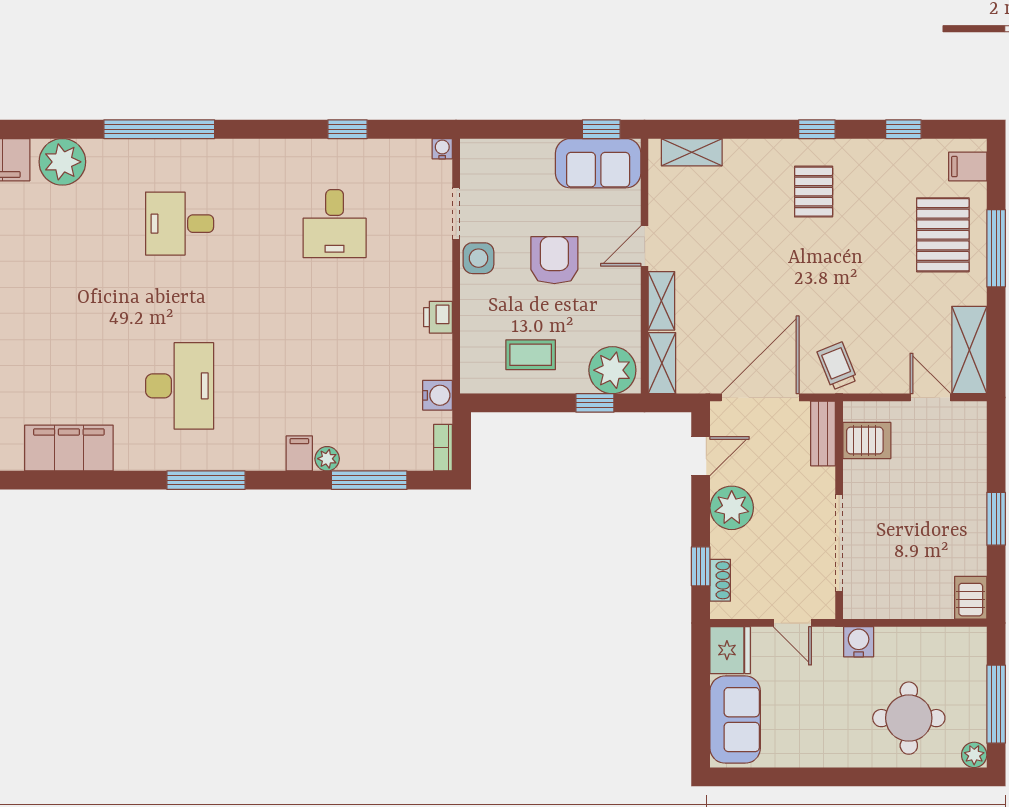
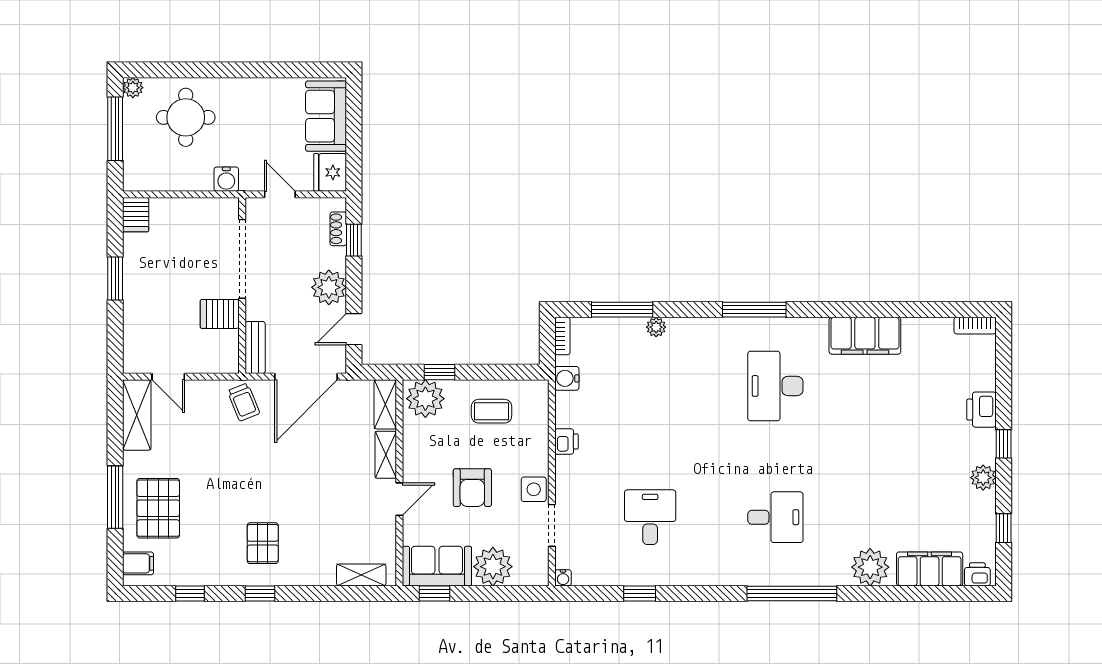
plant: (529, 163) -> (493, 567), added
server rack: (867, 441) -> (220, 314), moved
filing cabinet: (299, 453) -> (679, 331), removed

